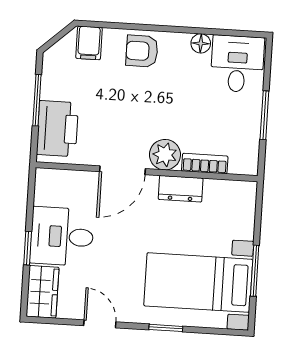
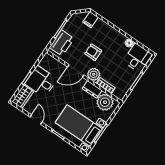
armchair: (142, 51) -> (93, 52), moved
plant: (224, 200) -> (105, 102), added

